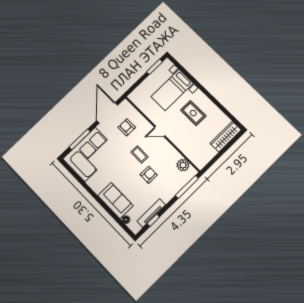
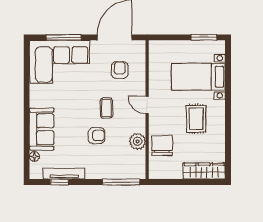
chair: (189, 145) -> (162, 145), added
plant: (183, 165) -> (138, 141), moved

